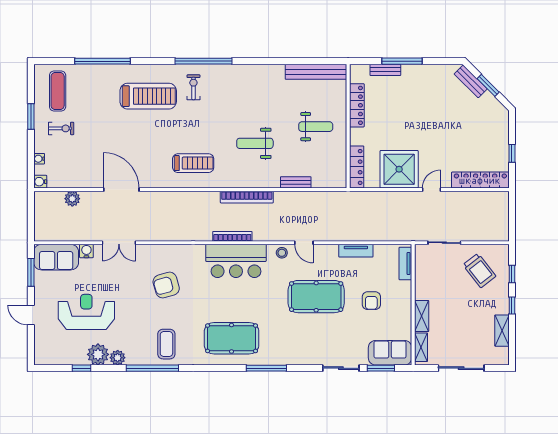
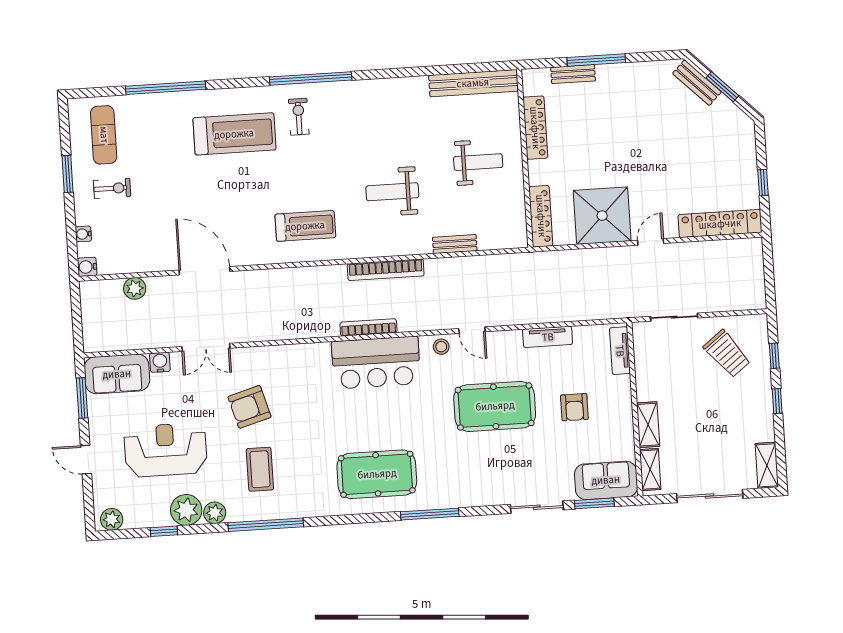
armchair: (166, 285) -> (250, 407), moved
shelving: (502, 331) -> (767, 465), moved
coffee table: (166, 344) -> (260, 469), moved
plant: (46, 358) -> (112, 519), added

